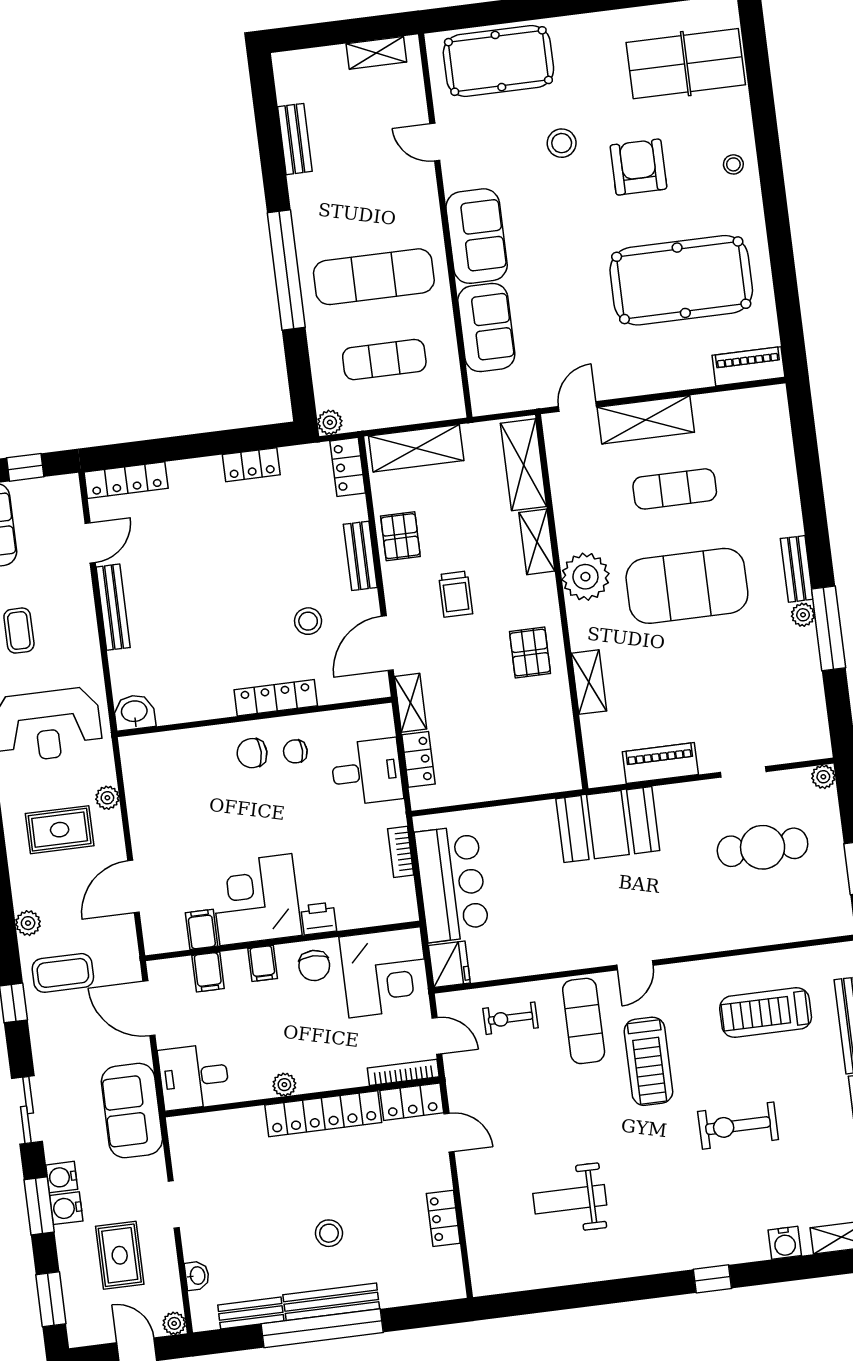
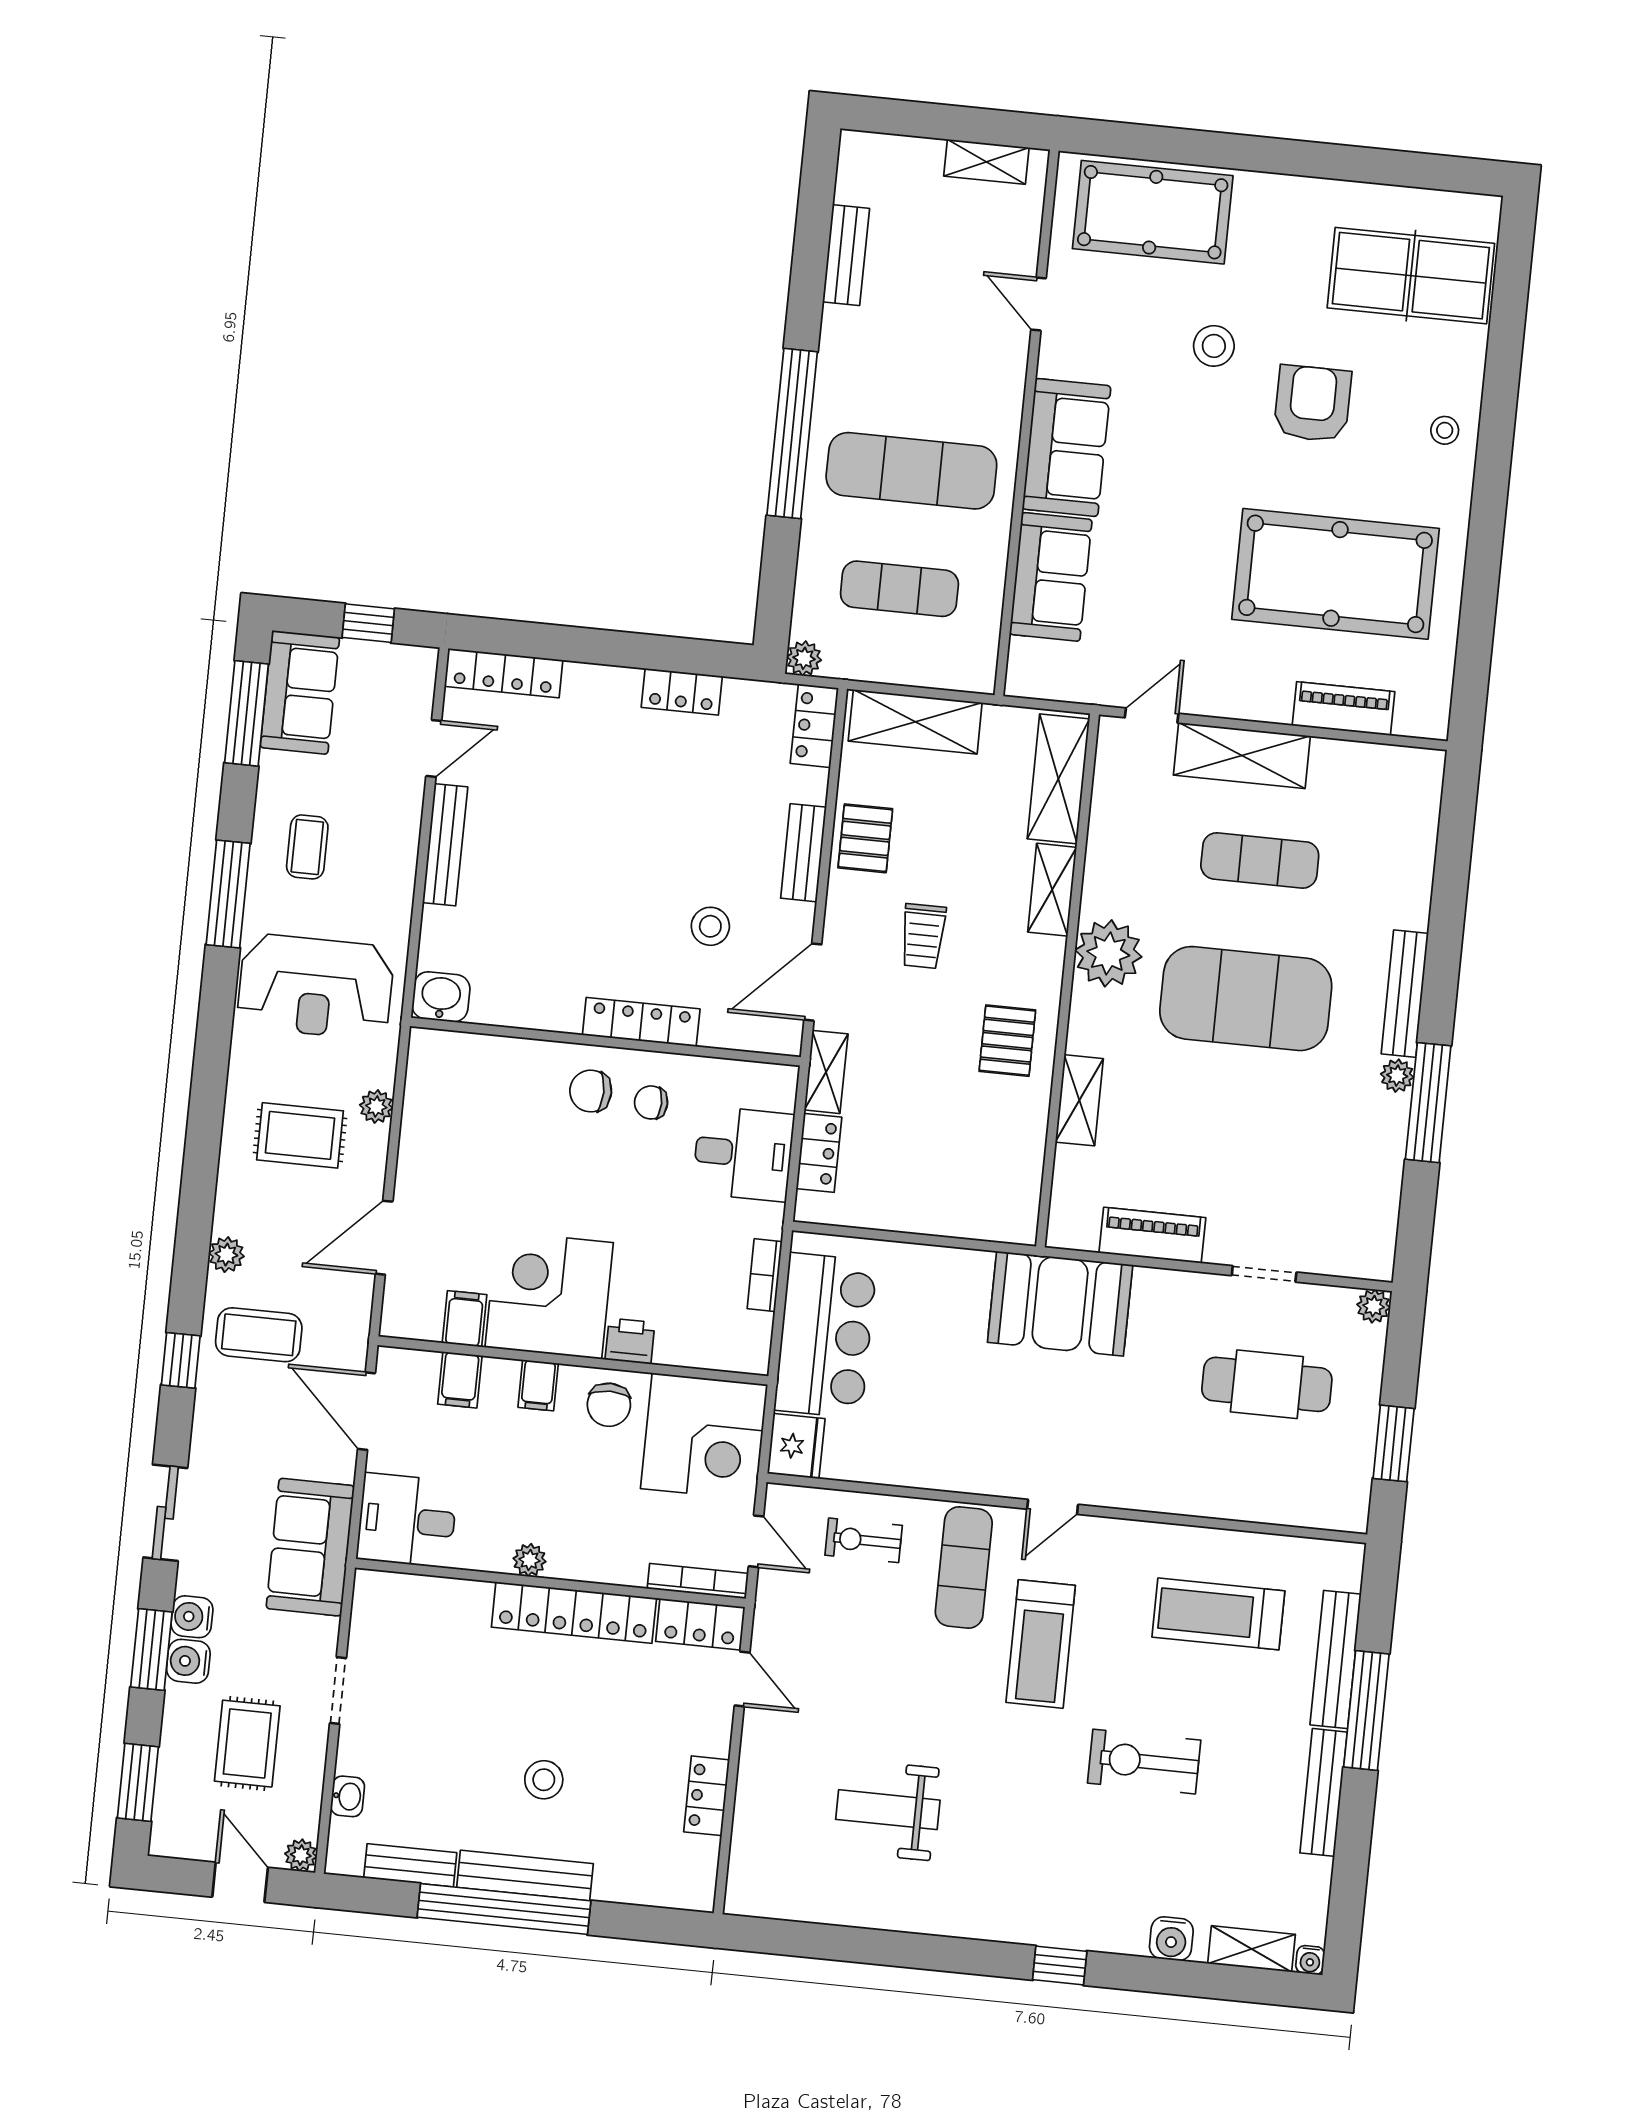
piano: (748, 366) -> (1343, 709), moved
bench: (797, 569) -> (1405, 994), width x1.36

